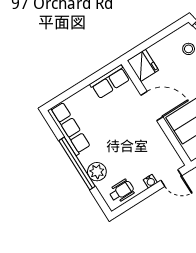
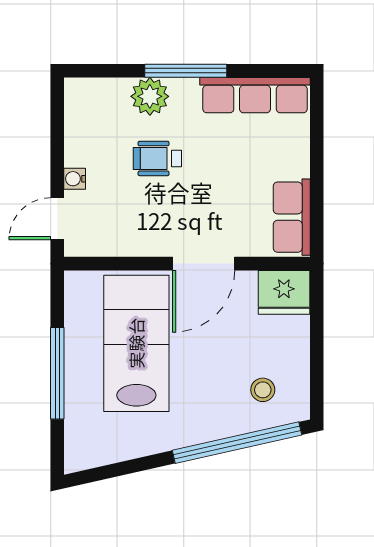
window: (77, 163) -> (186, 71), width x0.68
wheelchair: (122, 191) -> (157, 158), moved, turned 90

